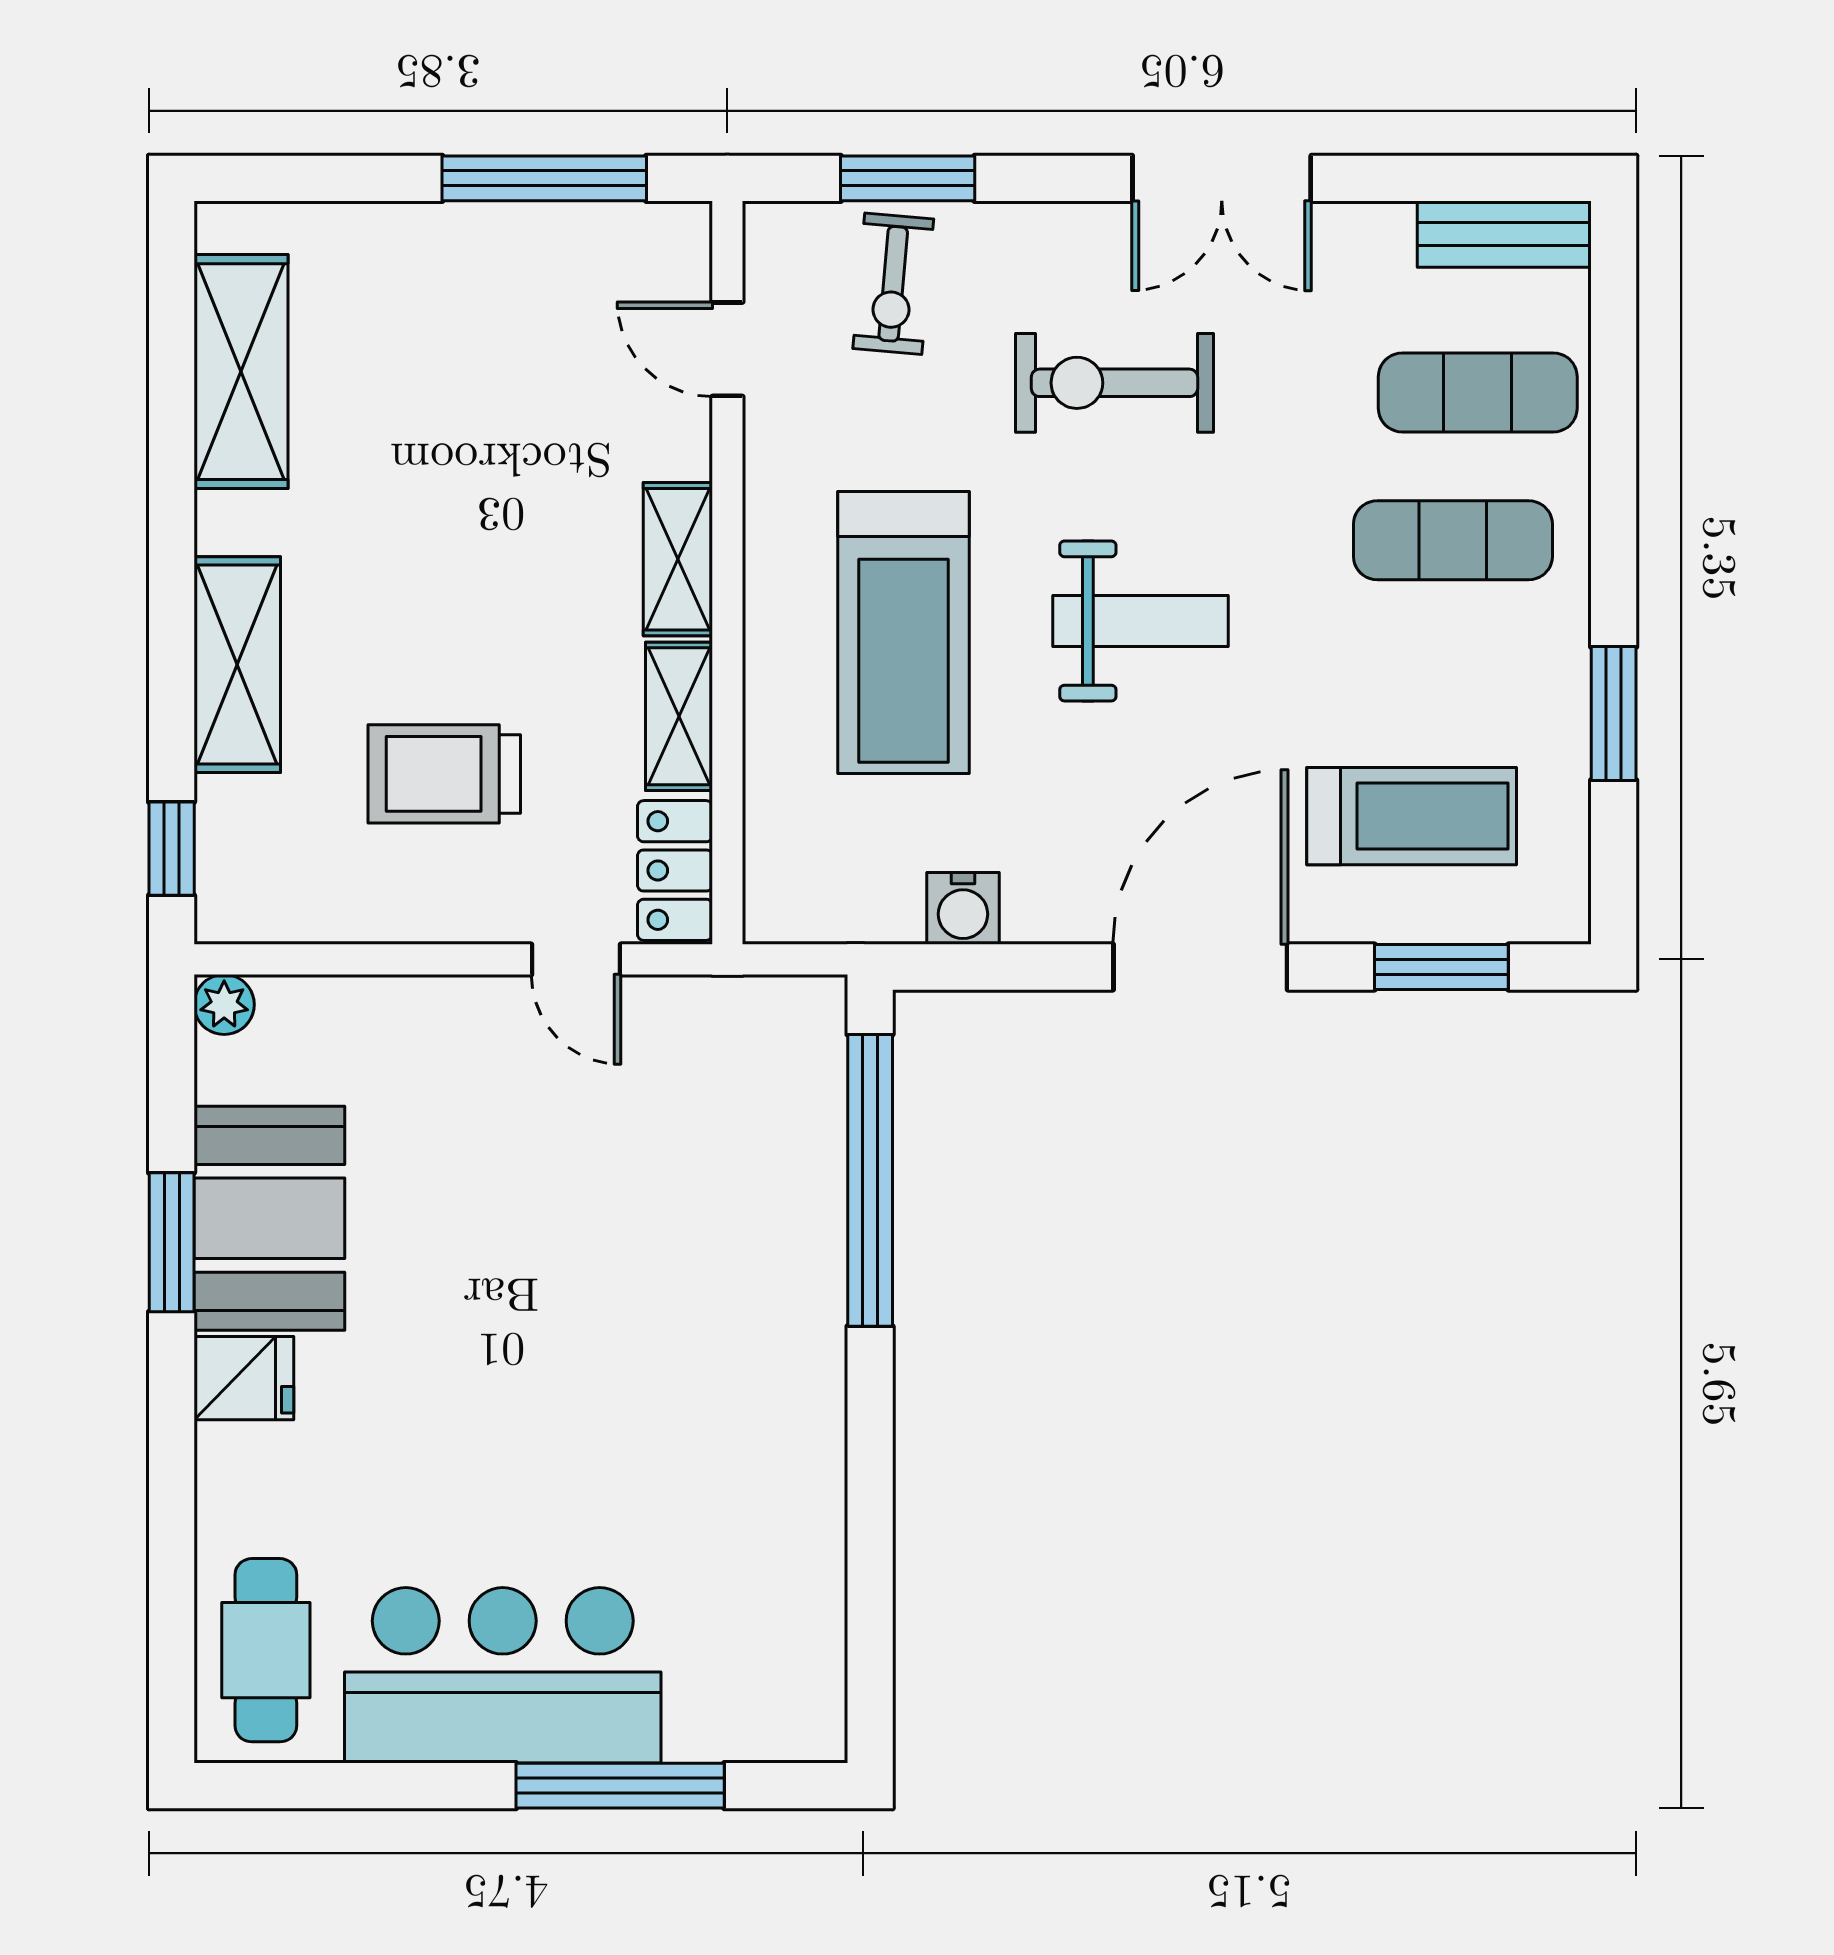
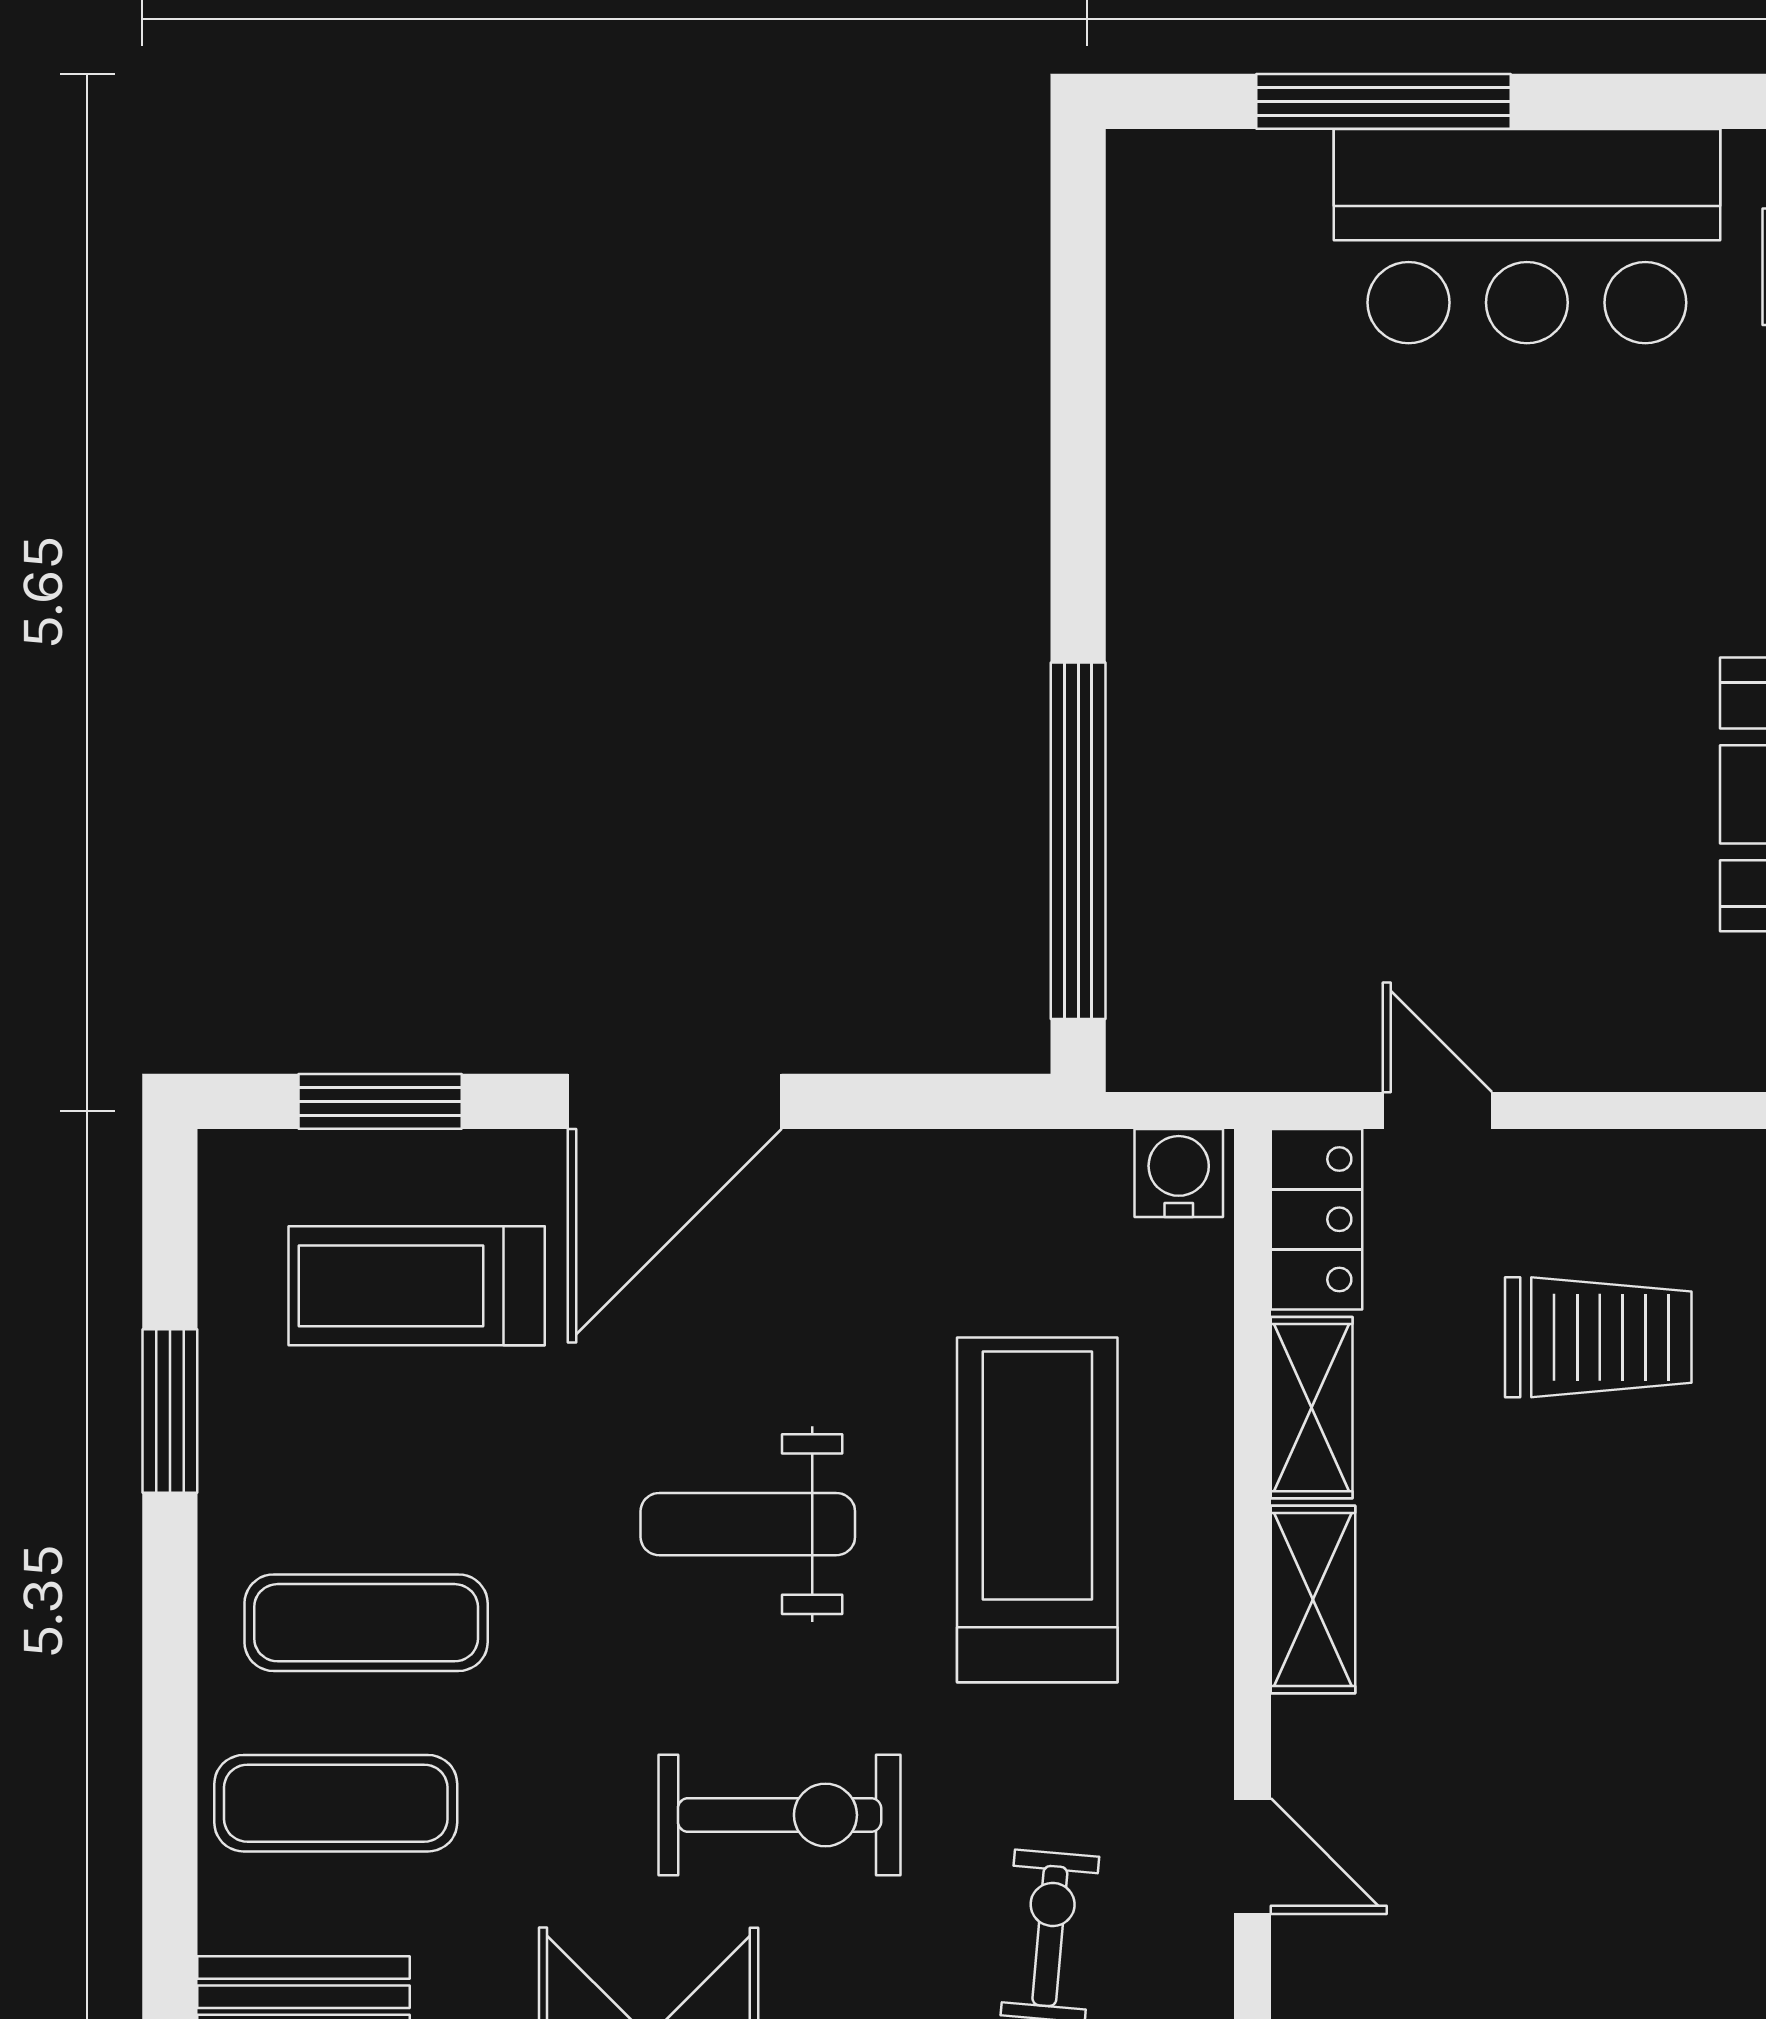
water cooler: (963, 908) -> (1179, 1173), moved

